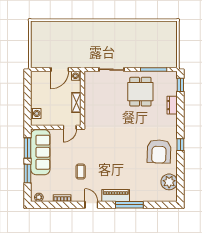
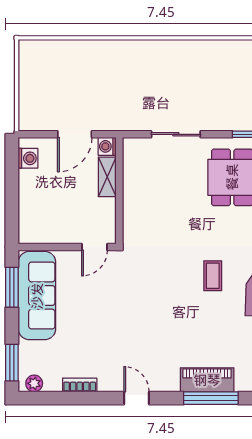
shelving: (76, 102) -> (107, 177), moved
washing machine: (36, 113) -> (28, 158), moved
coffee table: (81, 172) -> (213, 276), moved
window: (27, 173) -> (12, 363), moved
piano: (116, 195) -> (207, 380), moved

